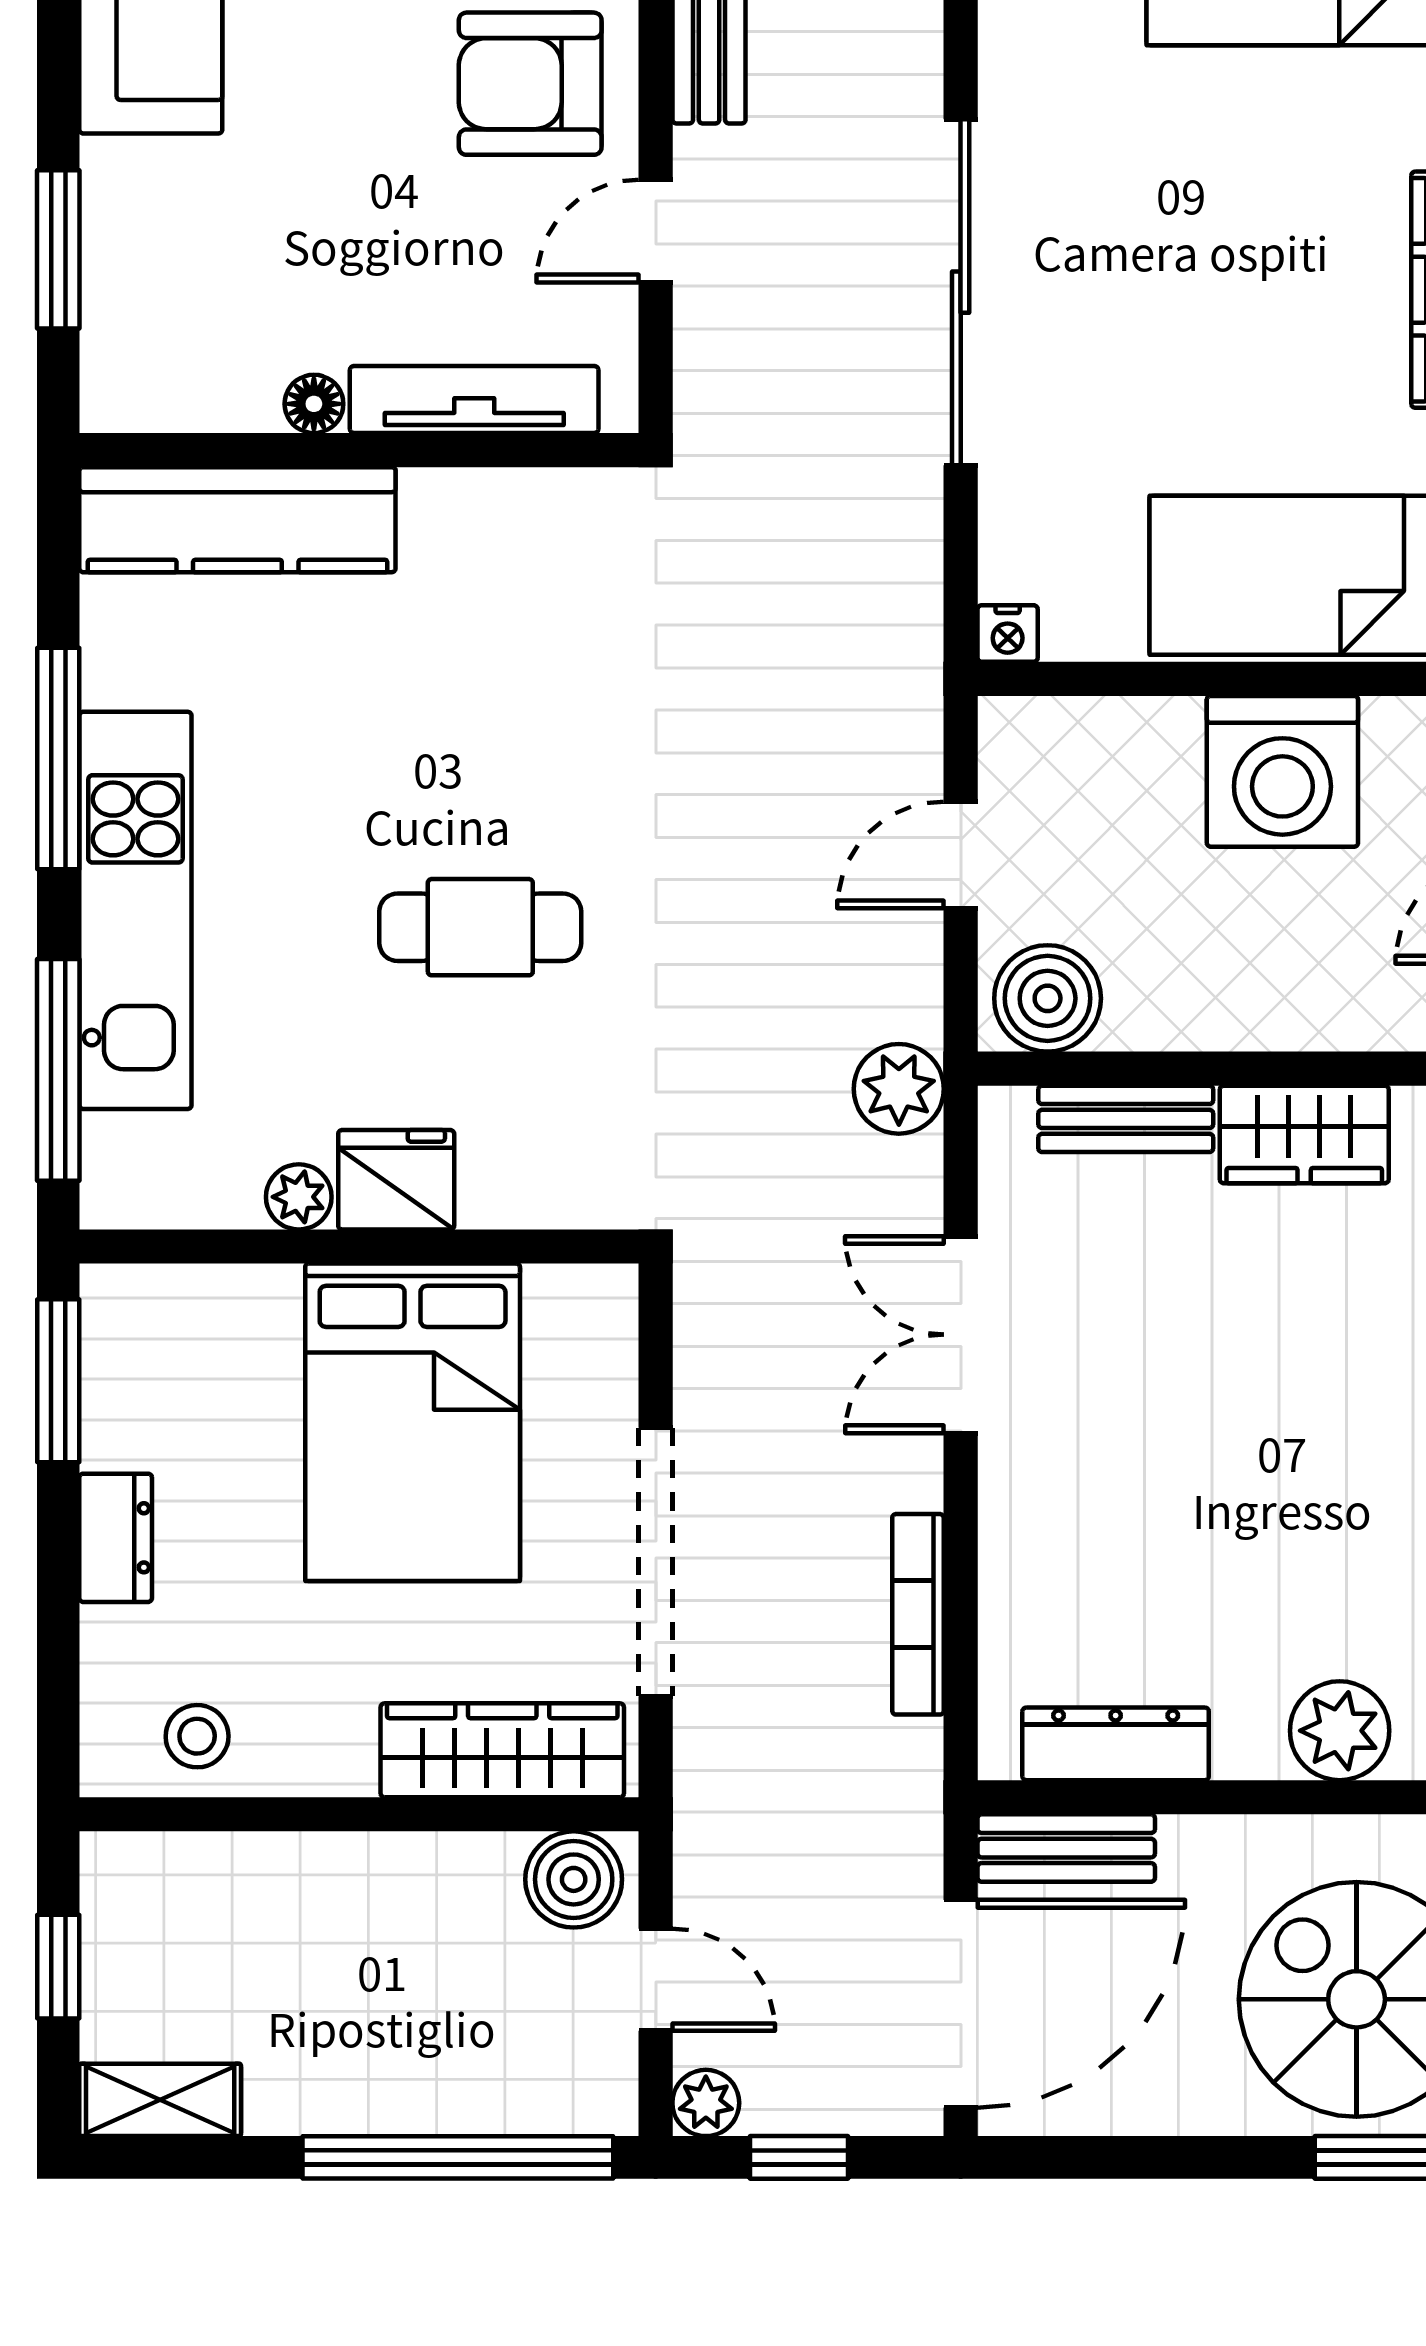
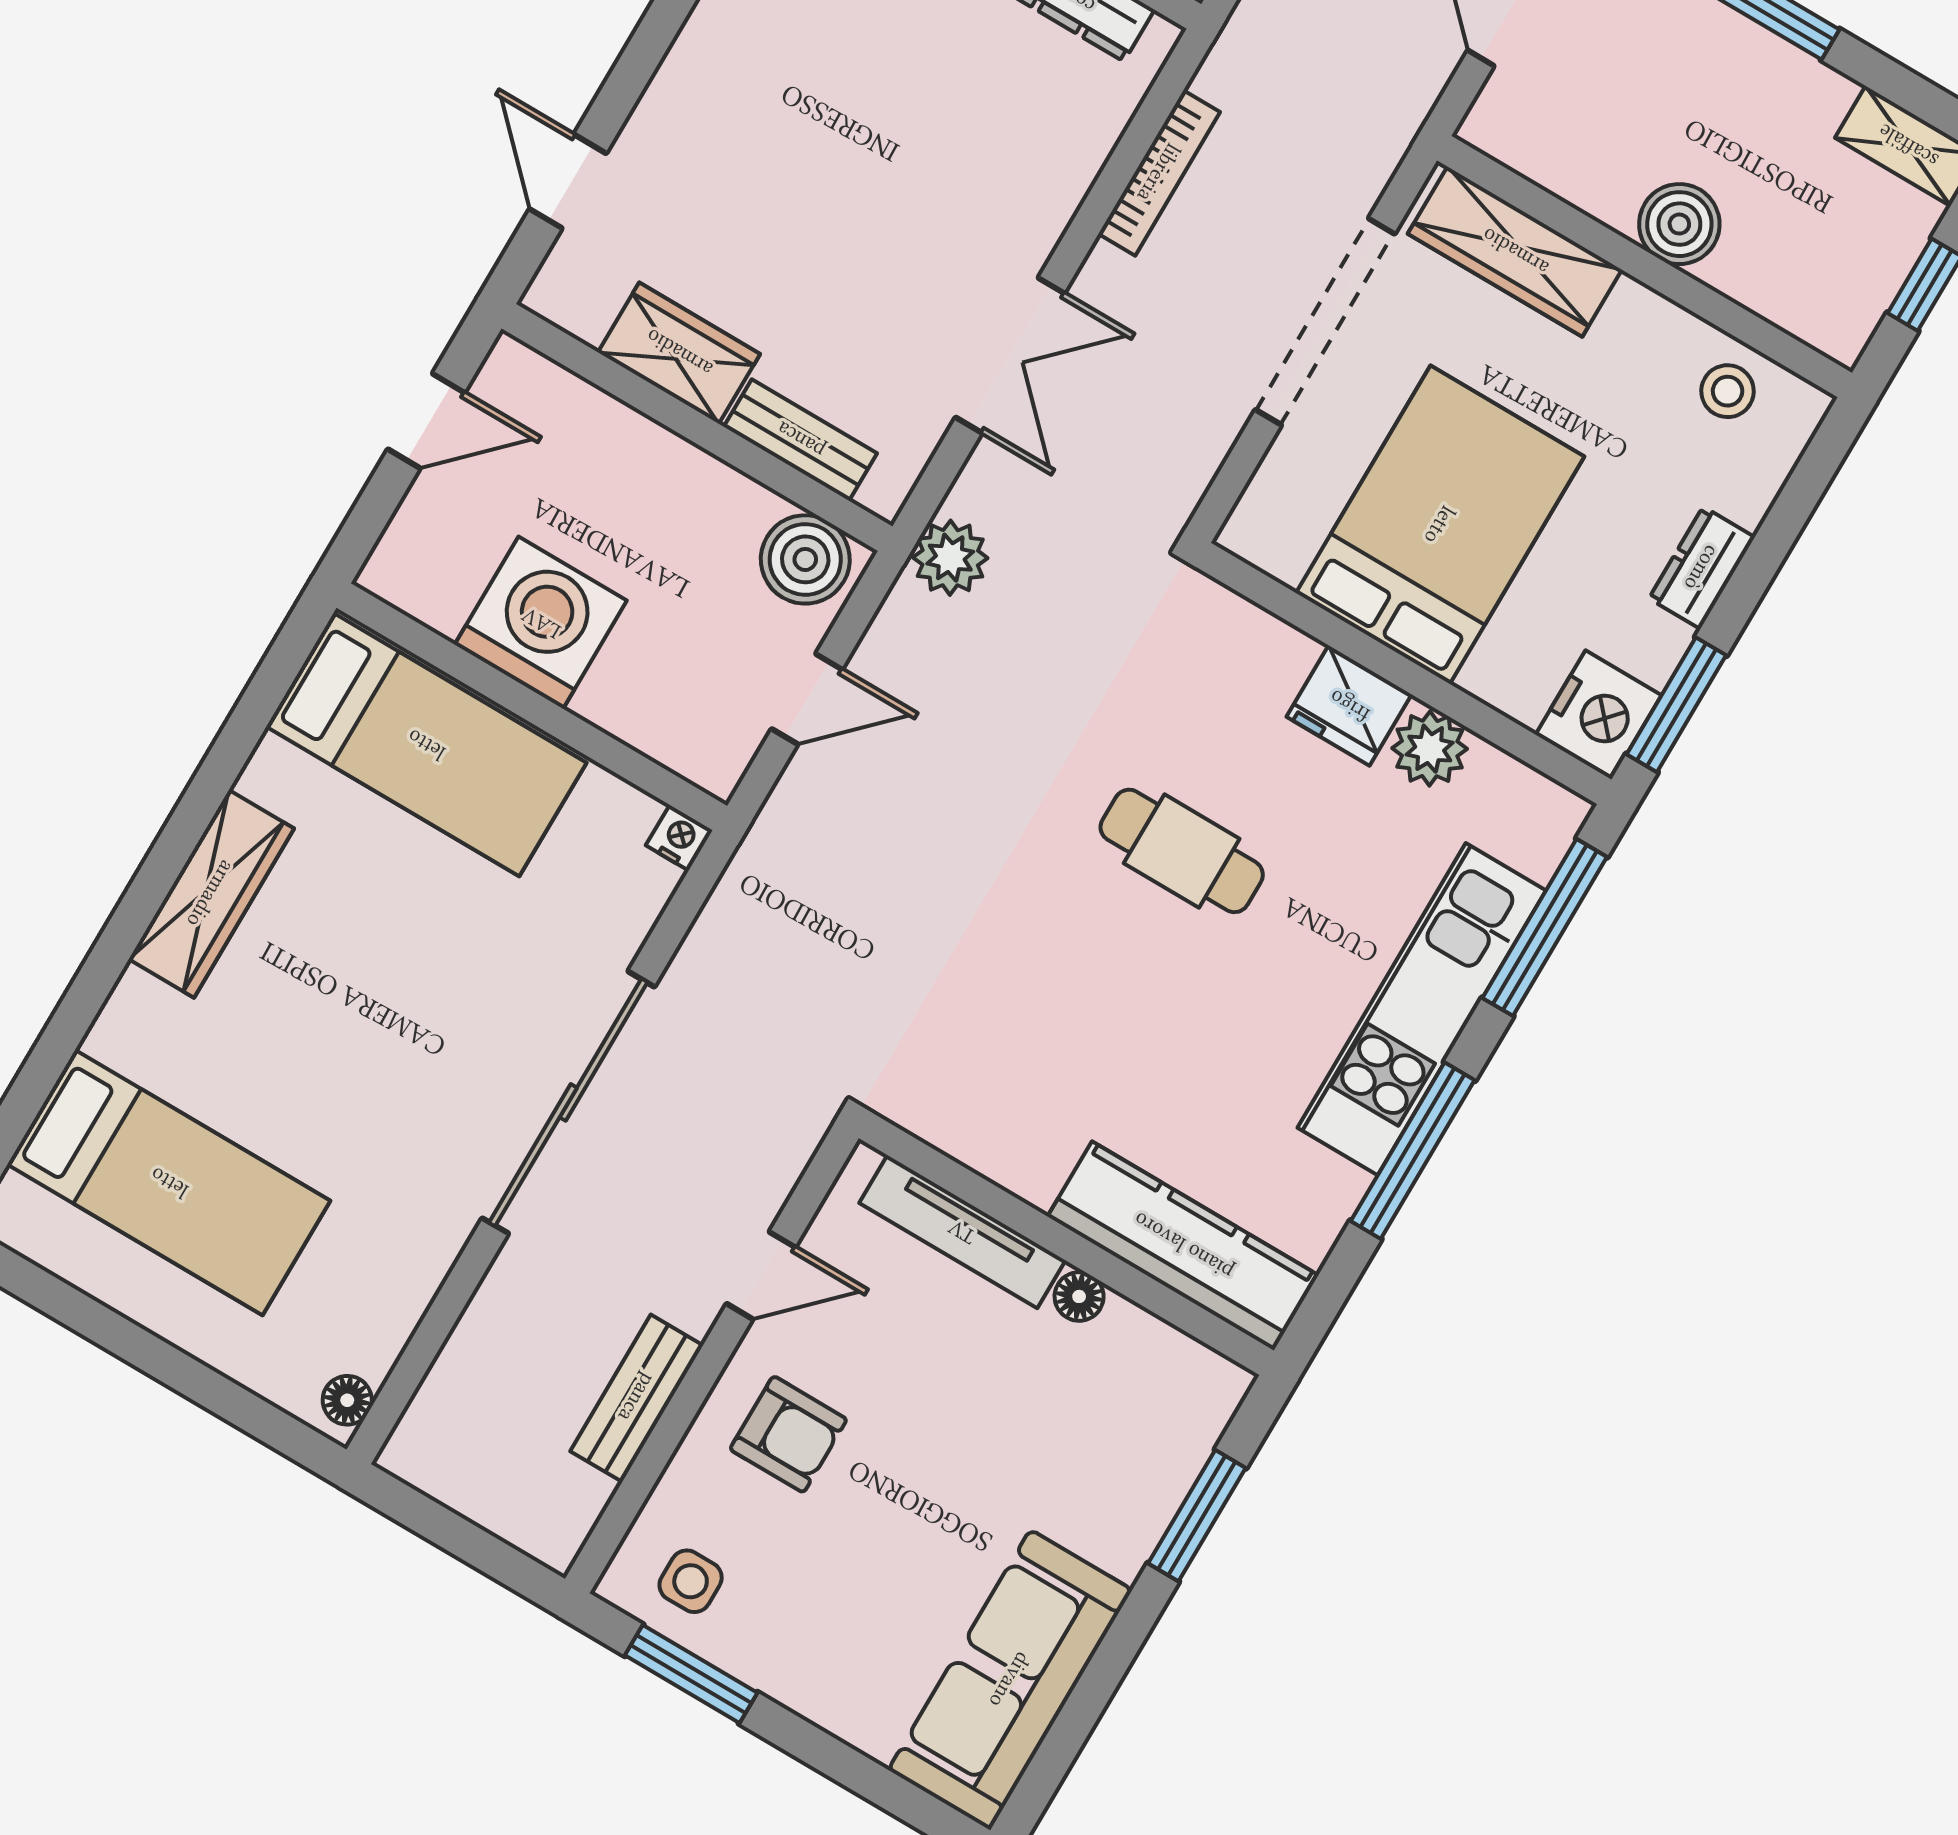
armchair: (530, 84) -> (788, 1434), width x0.72, depth x0.72
plant: (299, 1197) -> (1430, 749), width x1.38, depth x1.38
nightstand: (132, 1323) -> (1599, 715), added
boiler: (574, 1879) -> (1679, 224), moved

